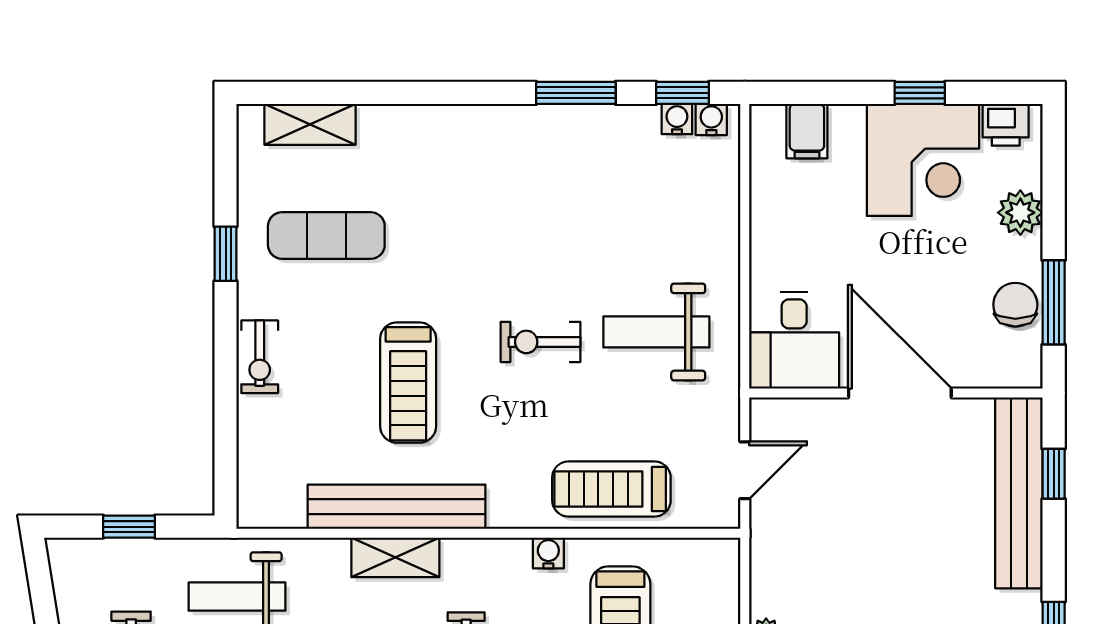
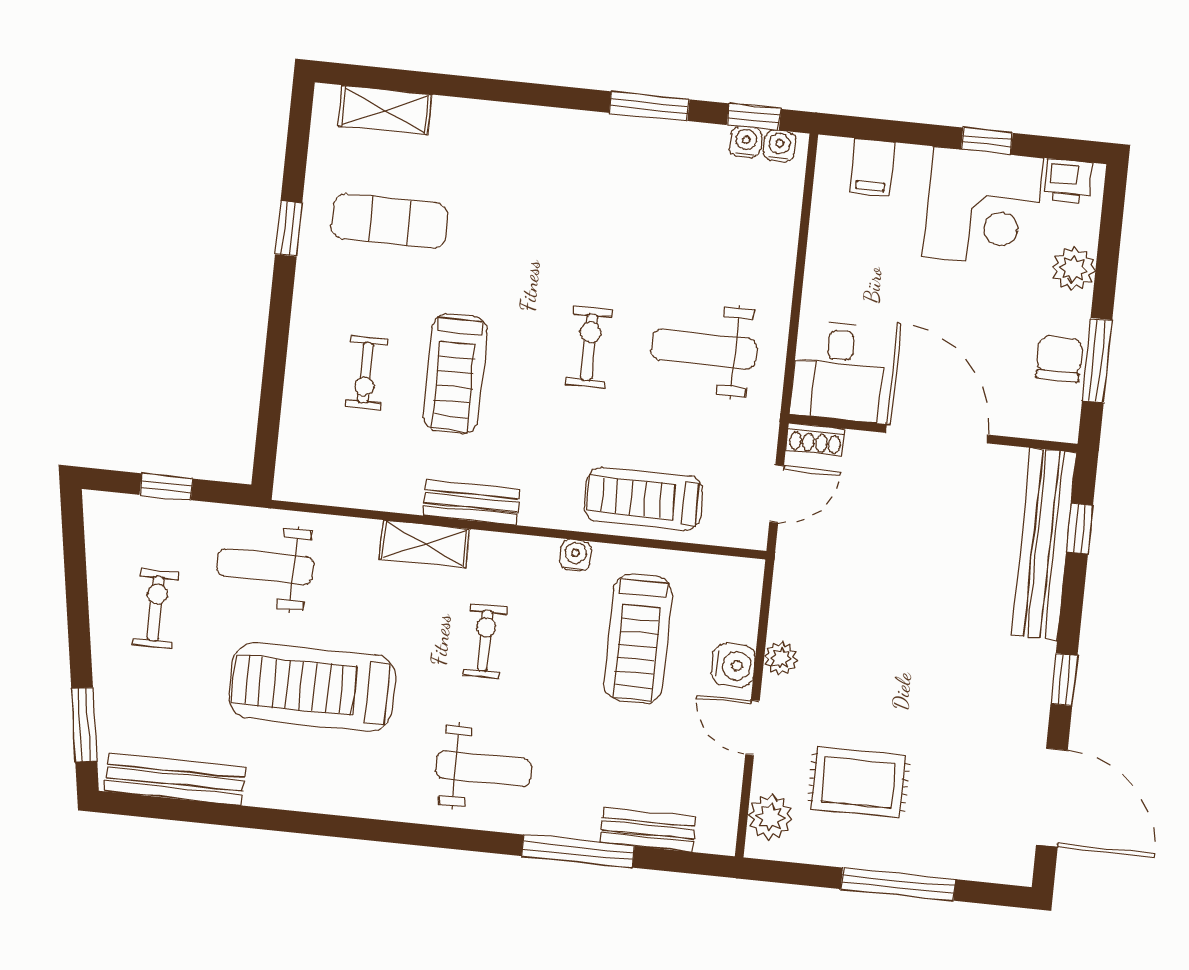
exercise bike: (541, 342) -> (589, 347), turned 90
exercise bike: (260, 357) -> (366, 373), moved
shoe rack: (778, 411) -> (815, 439), added
bench: (397, 507) -> (471, 502), width x0.54, depth x0.82

